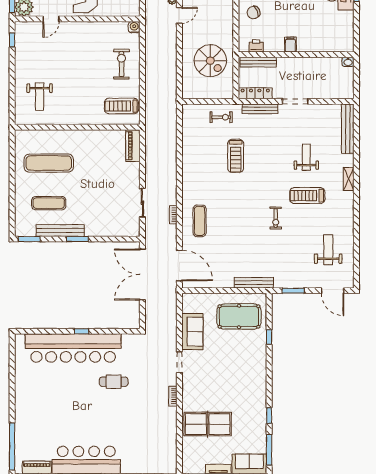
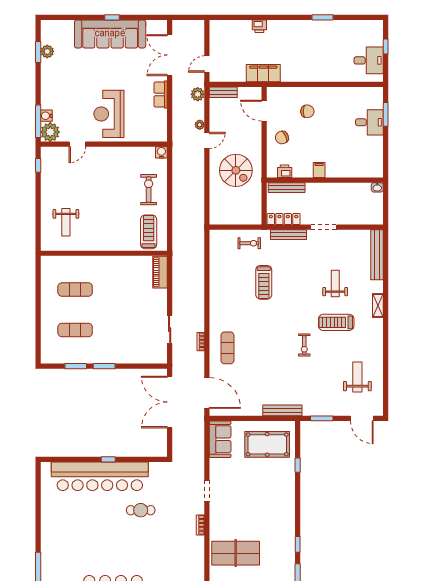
spiral stairs: (210, 61) -> (236, 170), moved
treadmill: (121, 106) -> (149, 232), turned 90
exercise mat: (49, 163) -> (75, 290), width x0.73, depth x0.69
bench: (60, 231) -> (87, 358), removed
window: (29, 239) -> (76, 366), moved
sofa: (192, 332) -> (220, 439), moved

